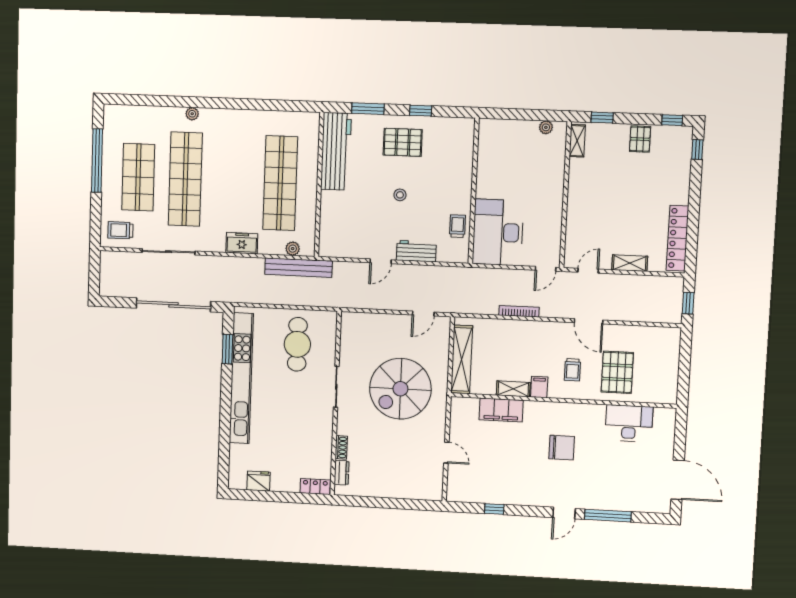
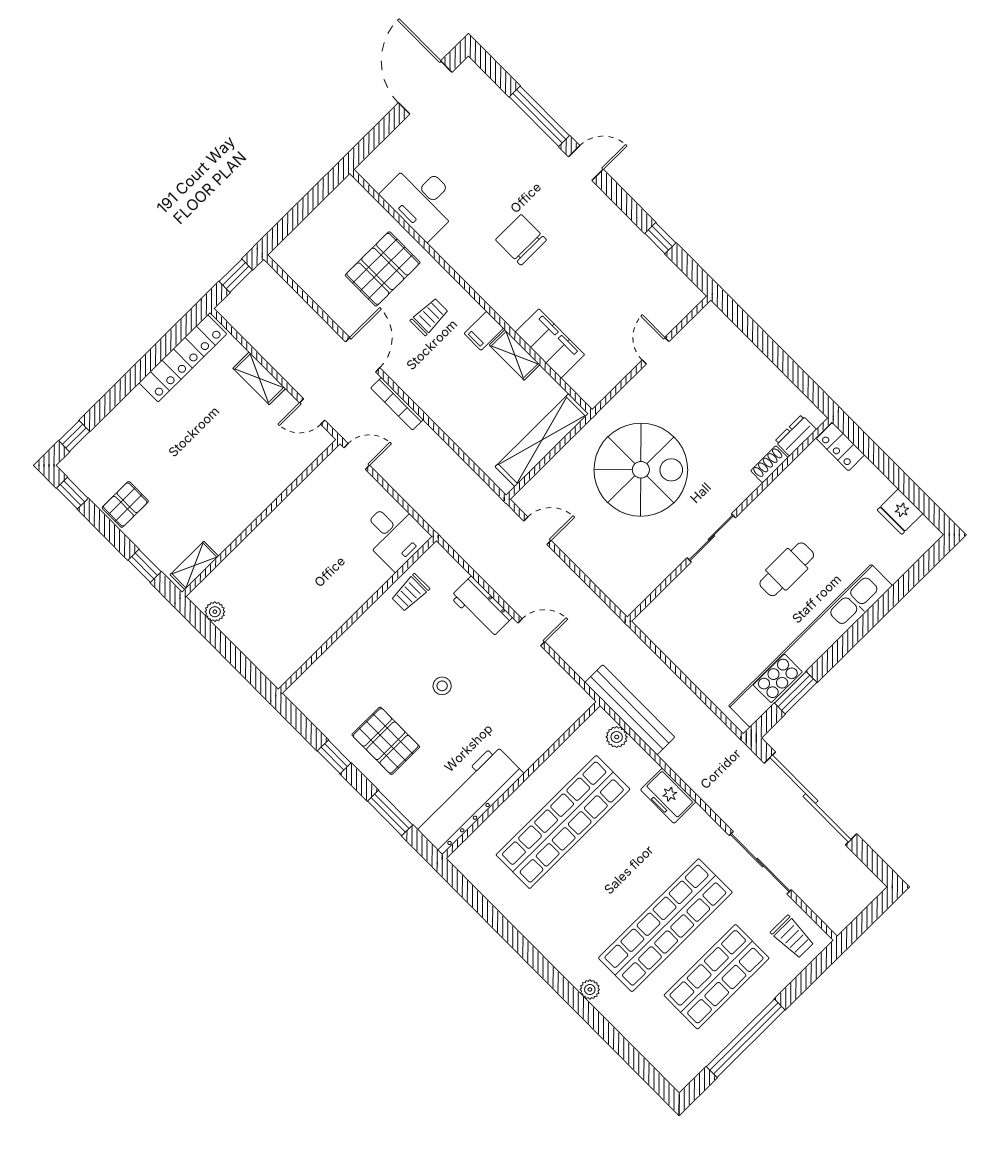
desk: (498, 232) -> (394, 535), width x0.53, depth x0.77
bookcase: (519, 311) -> (397, 404), moved
cafe table: (297, 344) -> (787, 569), moved, width x0.73, depth x0.74

